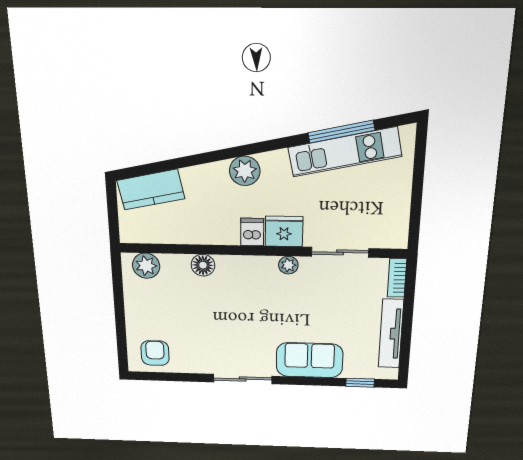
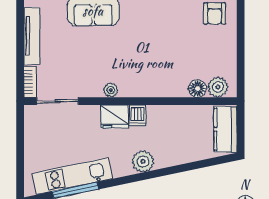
kitchen counter: (151, 190) -> (226, 129), moved, turned -78
sliding door: (340, 252) -> (58, 101), moved
floor lamp: (203, 265) -> (197, 89), moved

